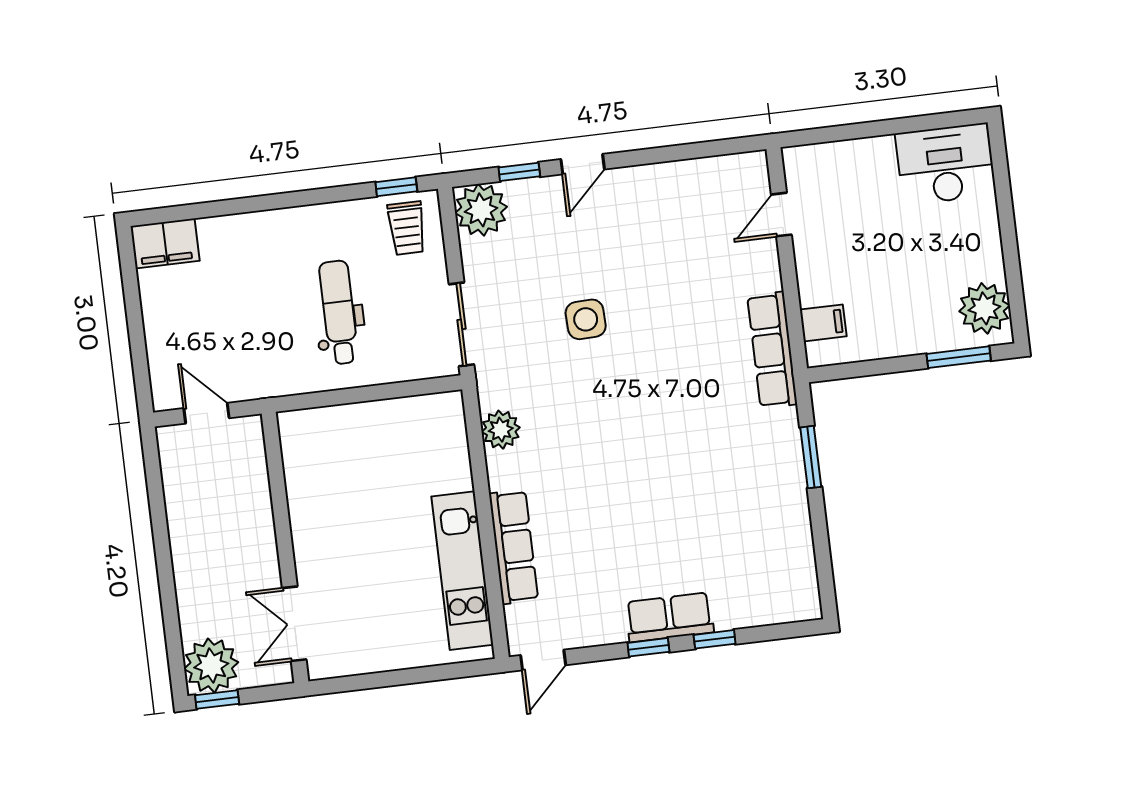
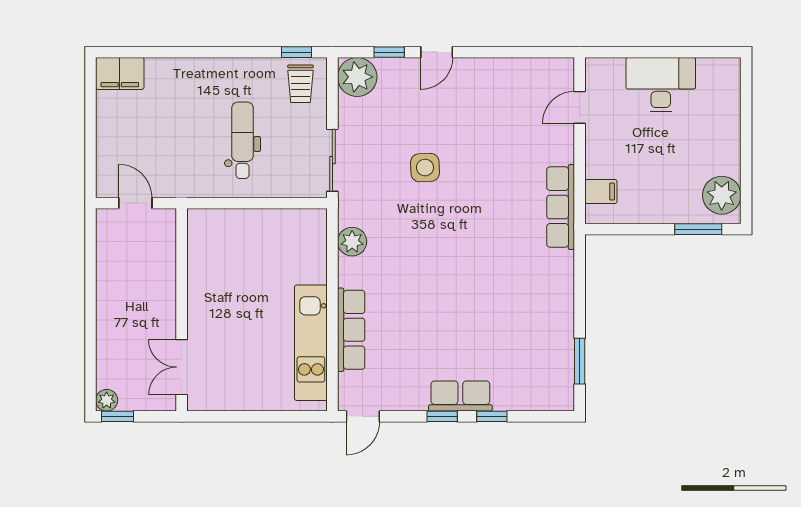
desk: (945, 164) -> (661, 85), moved
window: (811, 457) -> (580, 361), moved
plant: (211, 666) -> (107, 400), width x0.53, depth x0.53

